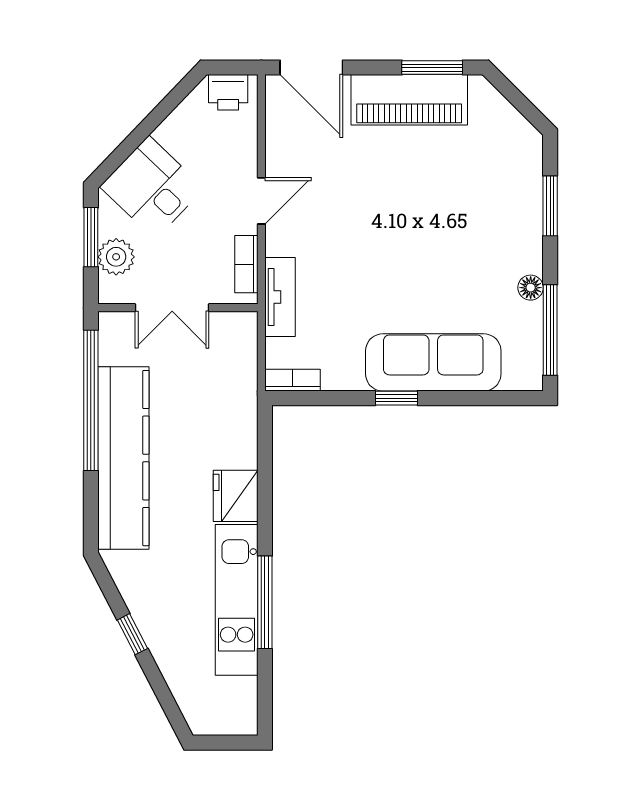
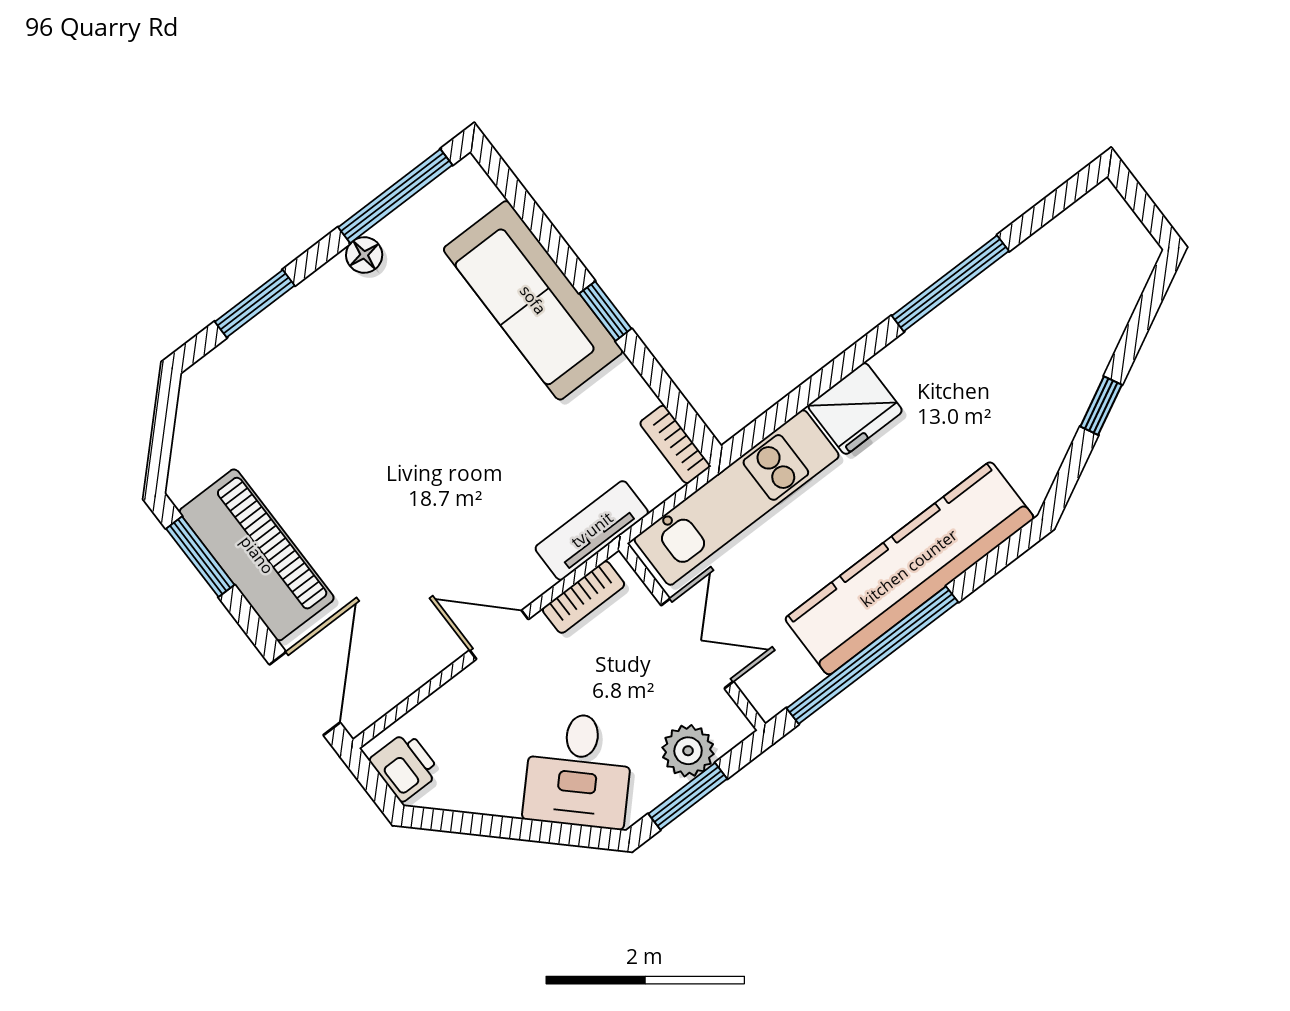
kitchen unit: (237, 600) -> (737, 498), moved

